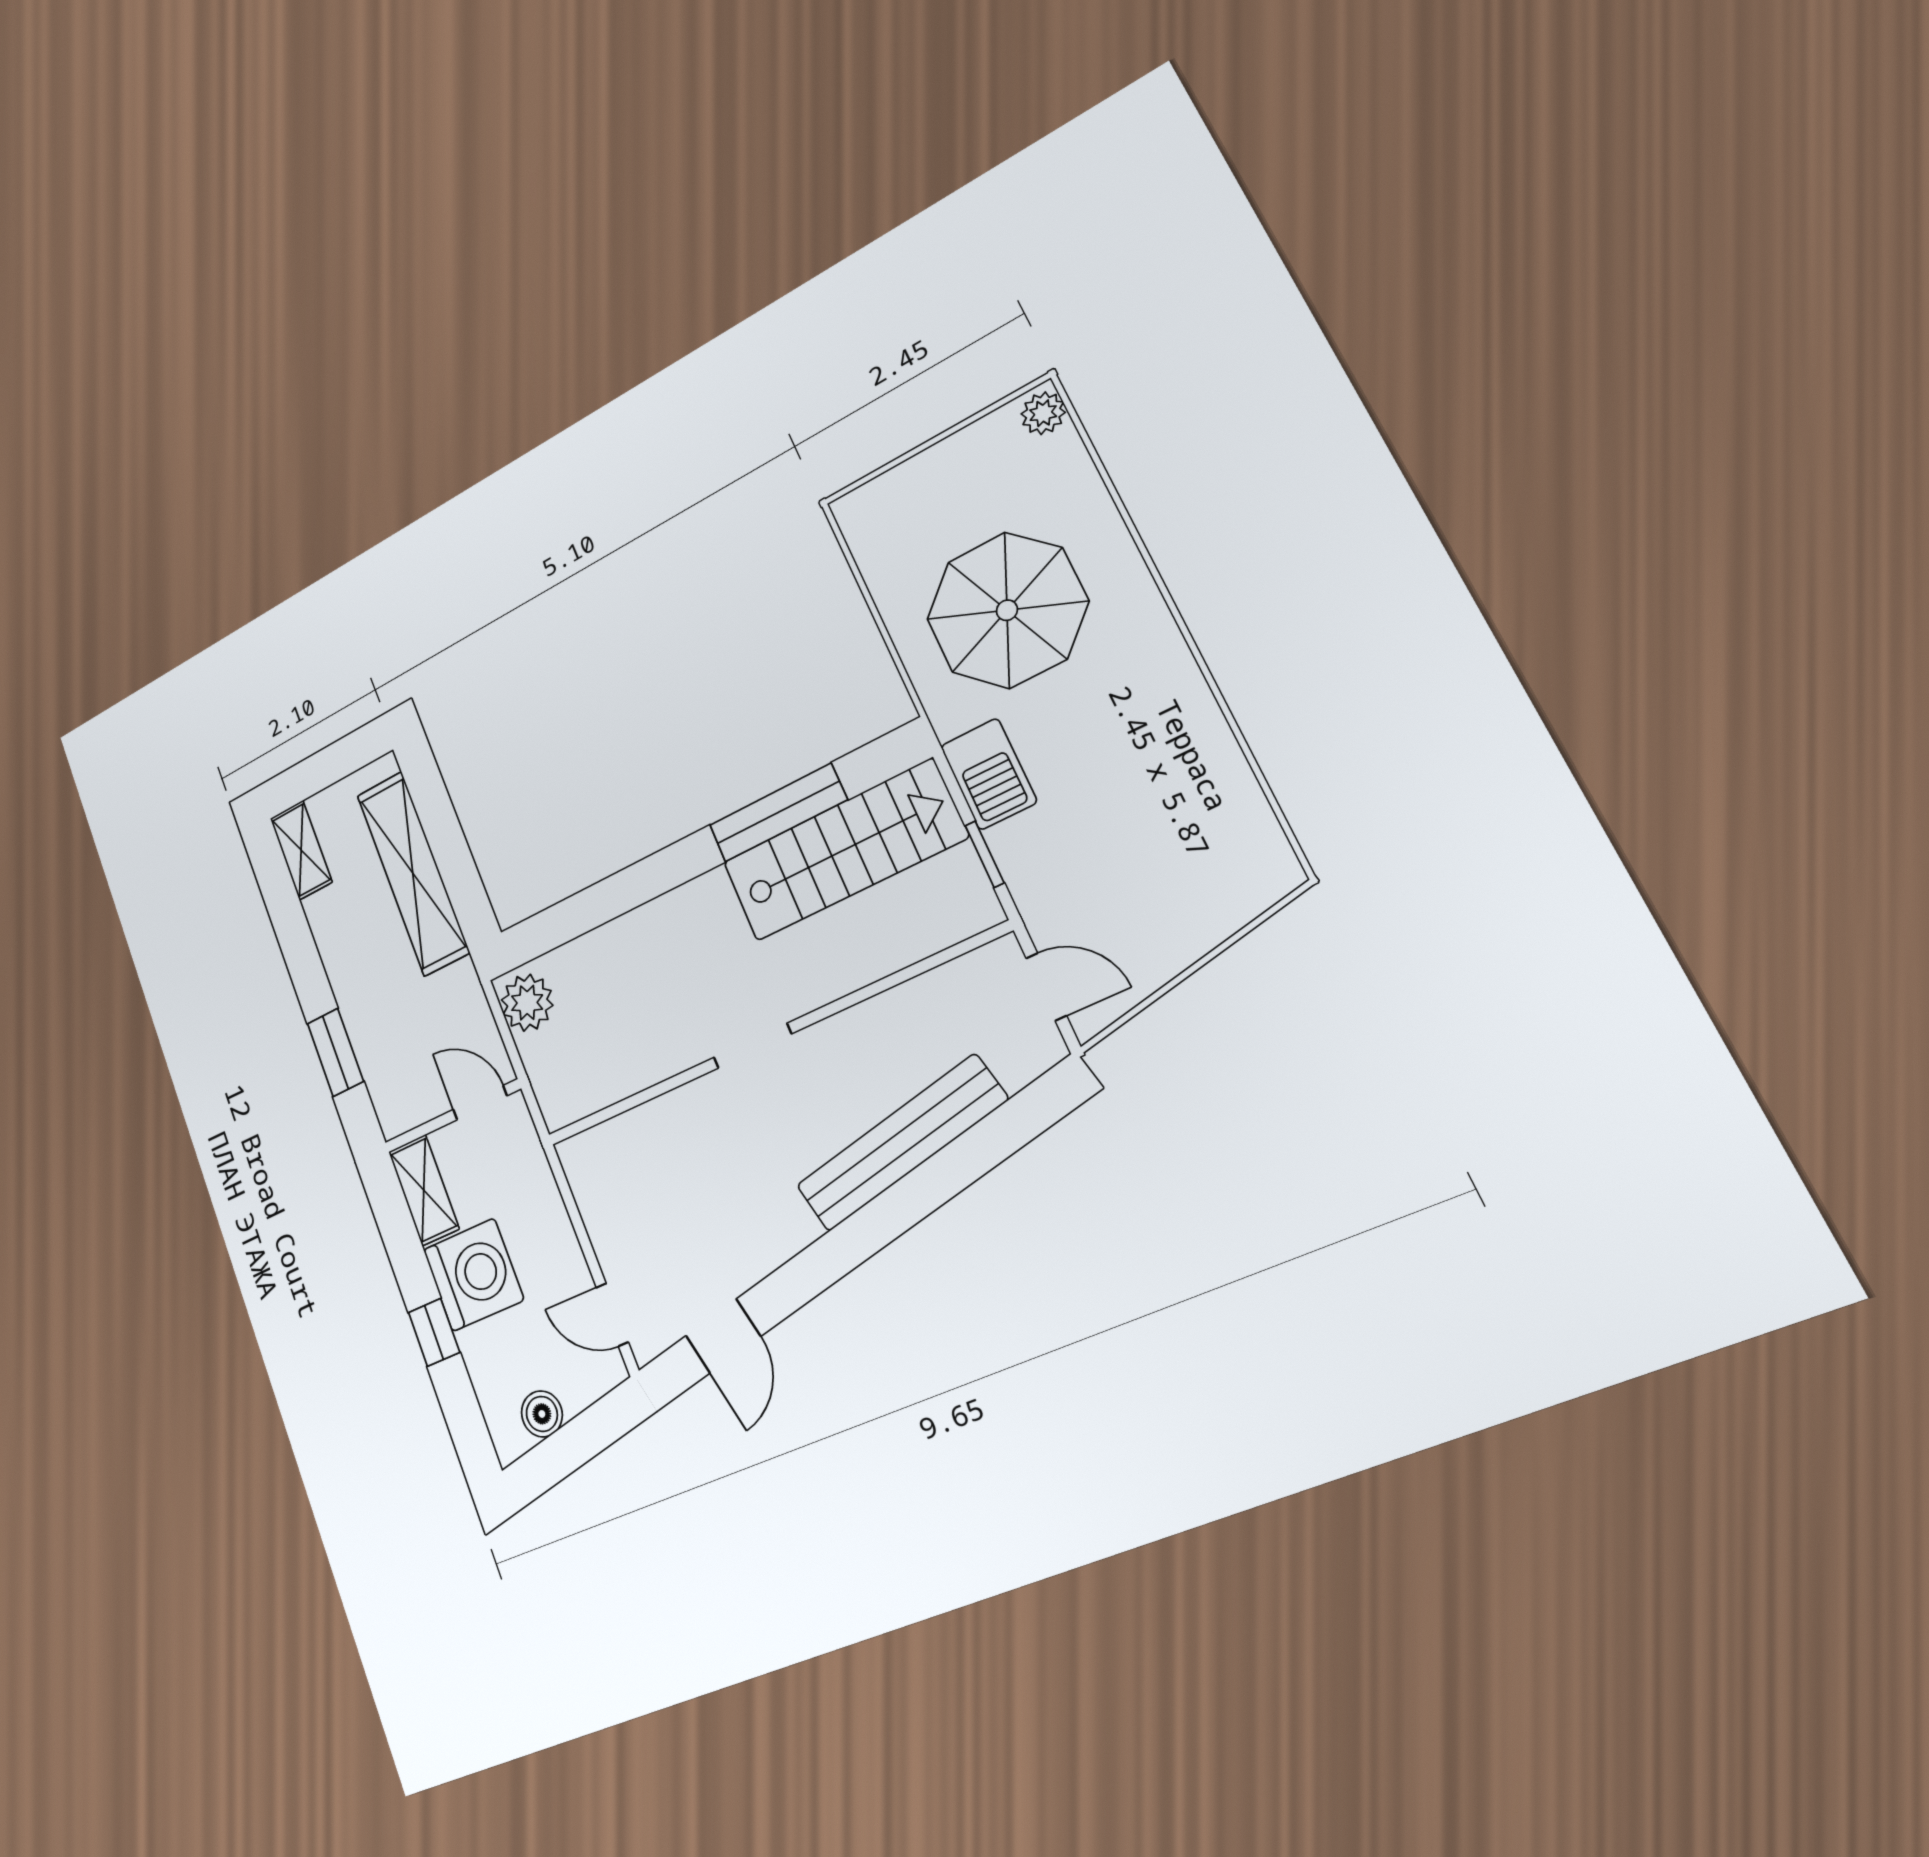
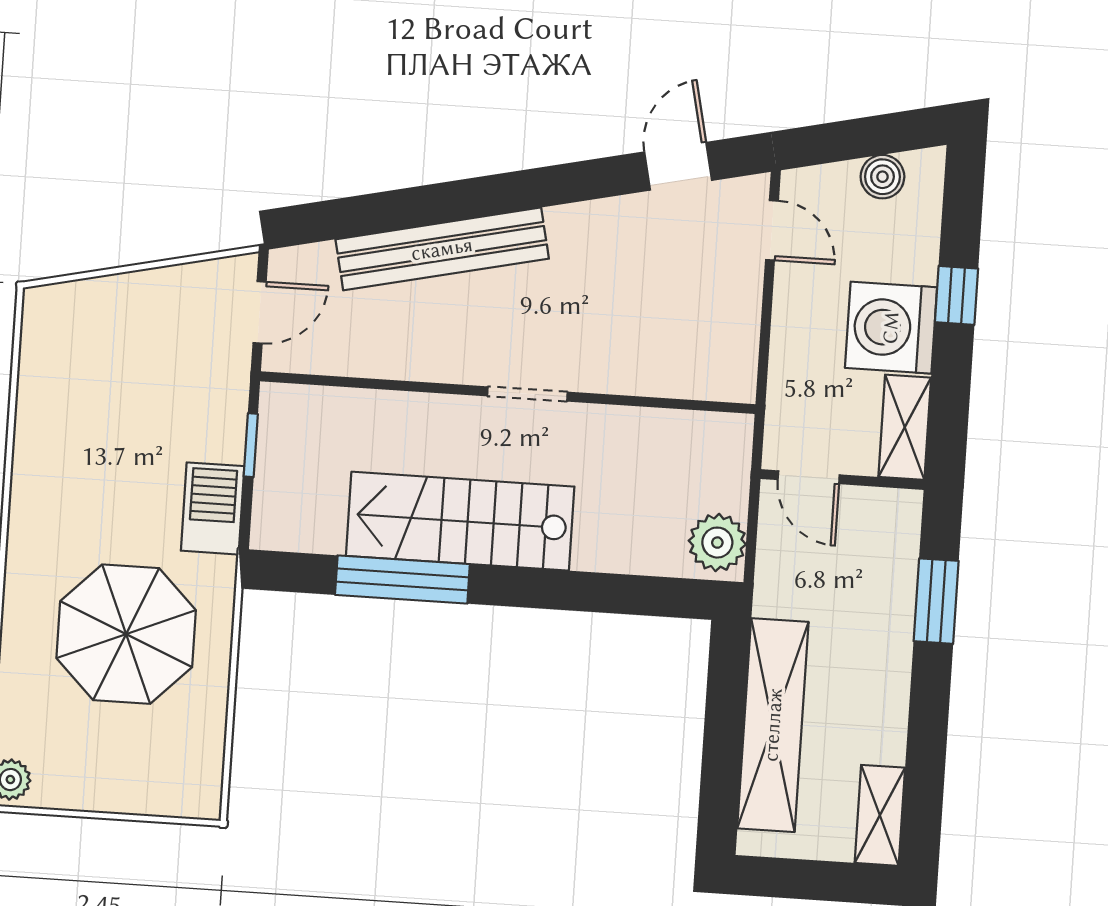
stairs: (844, 850) -> (460, 521), moved
door: (1046, 987) -> (260, 312), swing flipped

